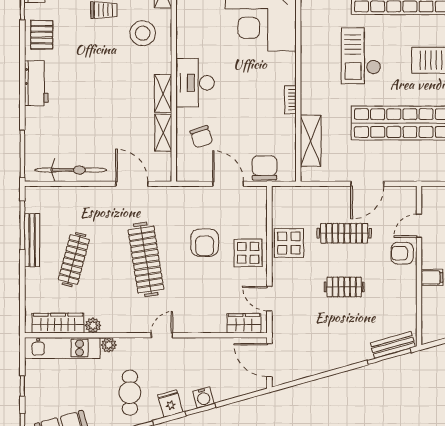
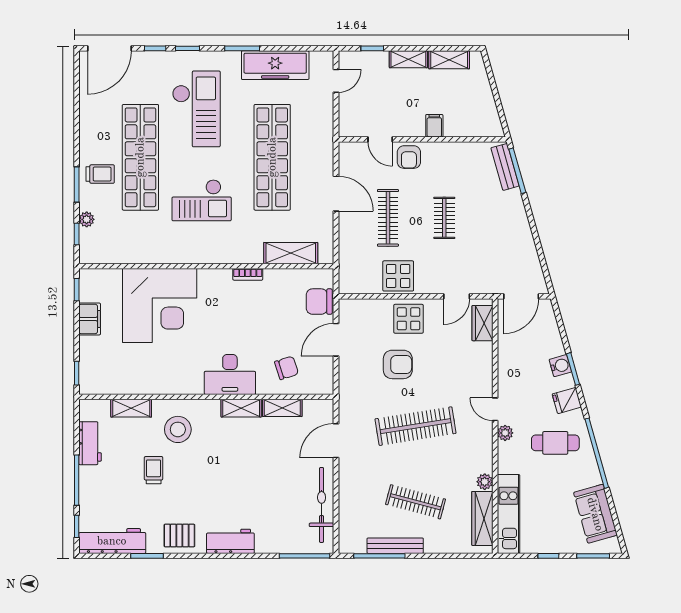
plant: (109, 345) -> (505, 433), moved

